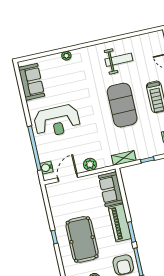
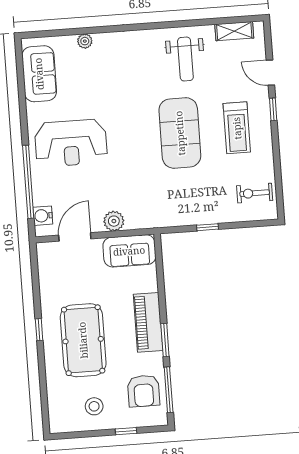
plant: (66, 56) -> (85, 41), moved
weight bench: (119, 60) -> (185, 59), turned 90
shelving: (124, 158) -> (234, 31), moved
sofa: (111, 189) -> (129, 251), moved, turned -90

